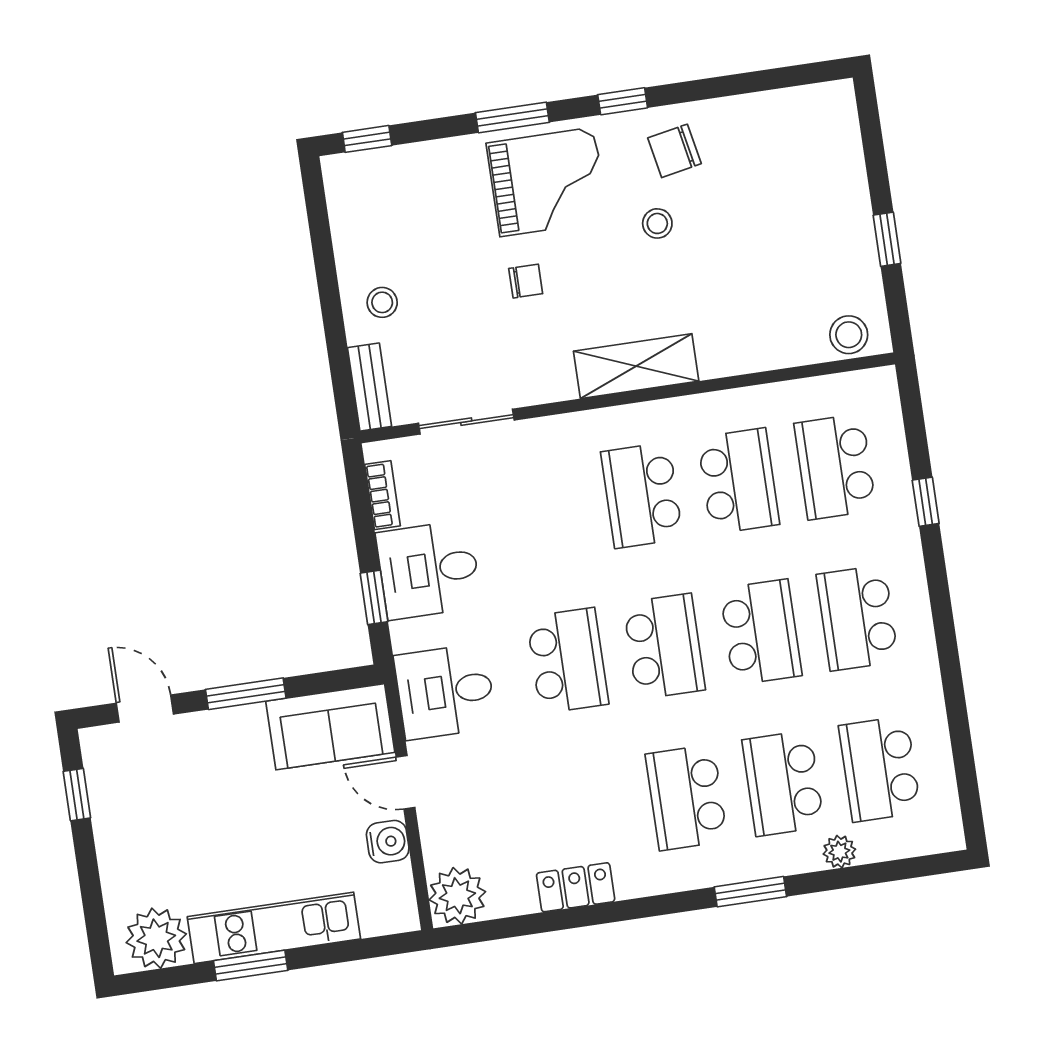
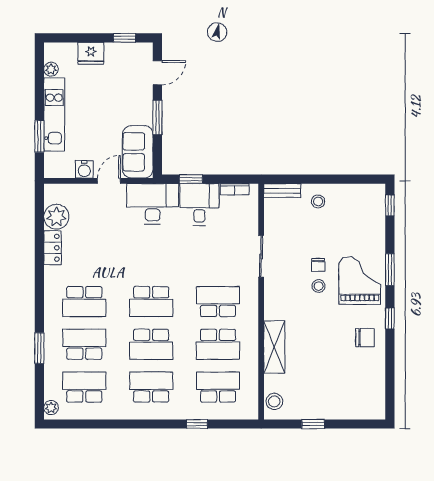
chair: (674, 151) -> (365, 338), turned 101
grand piano: (547, 182) -> (360, 281), turned 180
stool: (657, 223) -> (319, 286), moved
shelving: (636, 366) -> (274, 347), moved
sliding door: (466, 422) -> (261, 256), moved
school desk: (568, 661) -> (151, 259), removed
desk: (445, 692) -> (153, 204), width x1.37
school desk: (686, 797) -> (84, 302), turned 180
plant: (839, 852) -> (51, 408), moved
fridge: (123, 866) -> (91, 53), added
window: (750, 892) -> (39, 348), moved
plant: (457, 896) -> (56, 217), moved
plant: (156, 938) -> (51, 69), width x0.53, depth x0.53
window: (251, 966) -> (39, 136), moved

